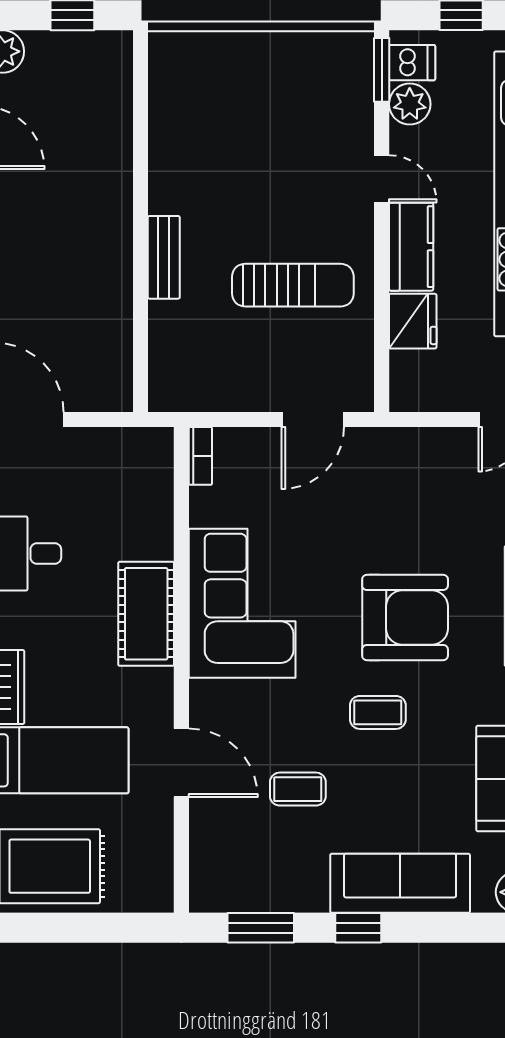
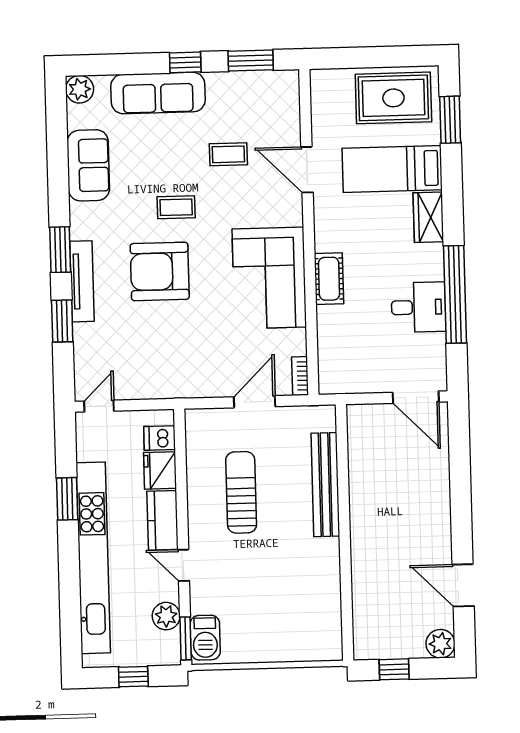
dishwasher: (412, 63) -> (160, 438), moved
barbecue: (352, 70) -> (205, 638), added
bench: (164, 257) -> (325, 485), width x1.86, depth x1.21
sun lounger: (293, 285) -> (241, 492), turned 90
door: (313, 420) -> (255, 402), moved
cot: (146, 614) -> (329, 279), width x0.73, depth x0.75

